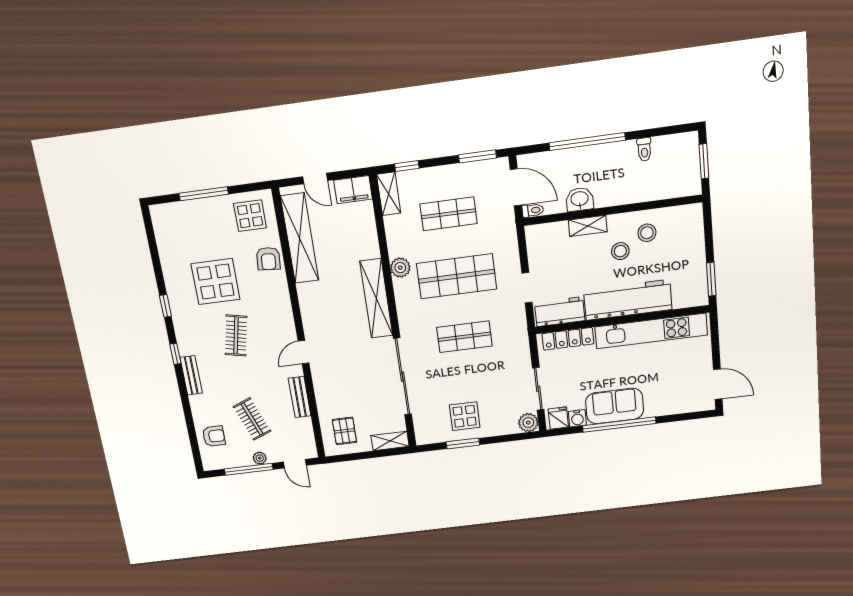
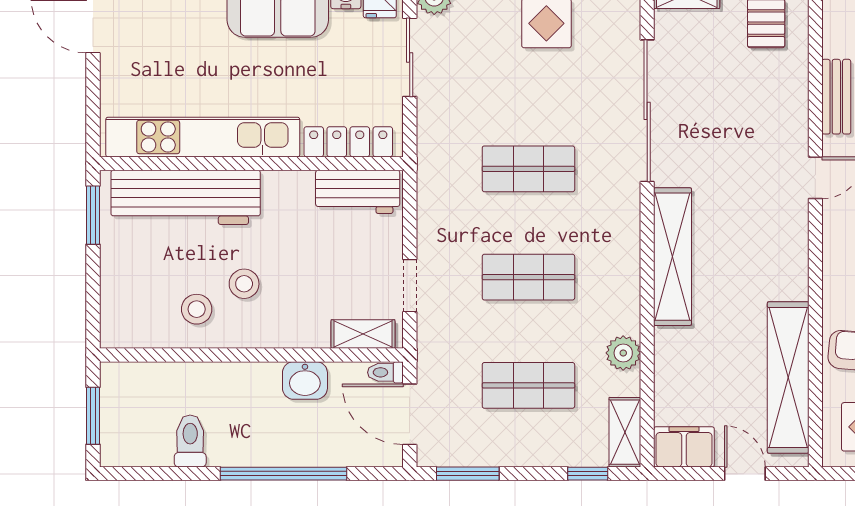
toilet: (644, 149) -> (190, 441), width x1.37, depth x1.39
shelving: (588, 226) -> (363, 334), moved
plant: (400, 268) -> (623, 353), moved
shop shelf: (457, 276) -> (528, 277), width x0.70, depth x0.74
doorway: (527, 288) -> (410, 286), moved
workbench: (628, 300) -> (186, 197), moved

